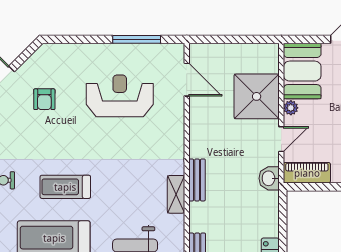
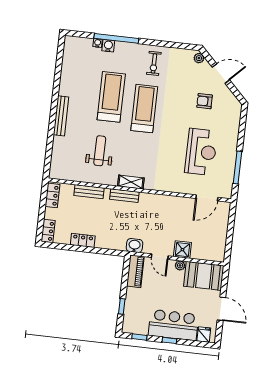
shower: (257, 96) -> (182, 250), width x0.54, depth x0.54
bench: (197, 180) -> (124, 196), moved
treadmill: (65, 187) -> (144, 109), width x1.37, depth x1.38

